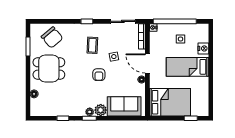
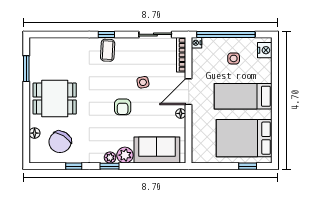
chair: (52, 37) -> (60, 142), moved, turned 72
coffee table: (92, 45) -> (108, 50), moved
nightstand: (203, 48) -> (265, 50), moved
door: (147, 63) -> (189, 92), hinge flipped
bed: (170, 102) -> (244, 138), moved, turned 180

